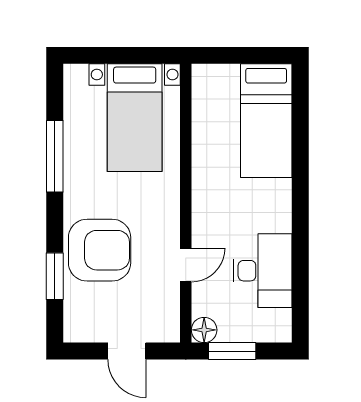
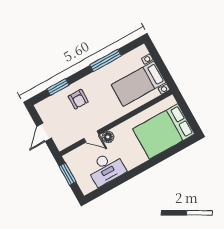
bed: (266, 121) -> (164, 131), width x1.50
armchair: (100, 250) -> (78, 99), width x0.53, depth x0.53
floor lamp: (204, 330) -> (108, 137), moved

